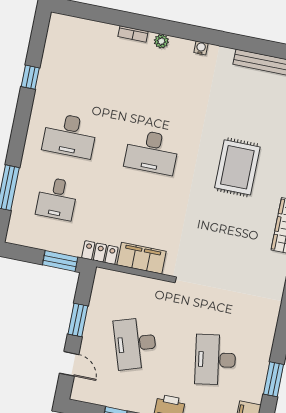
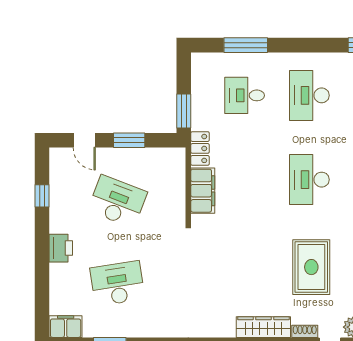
rug: (237, 167) -> (311, 267), turned 90
desk: (135, 344) -> (117, 201), turned 39
door: (69, 364) -> (84, 140), hinge flipped

